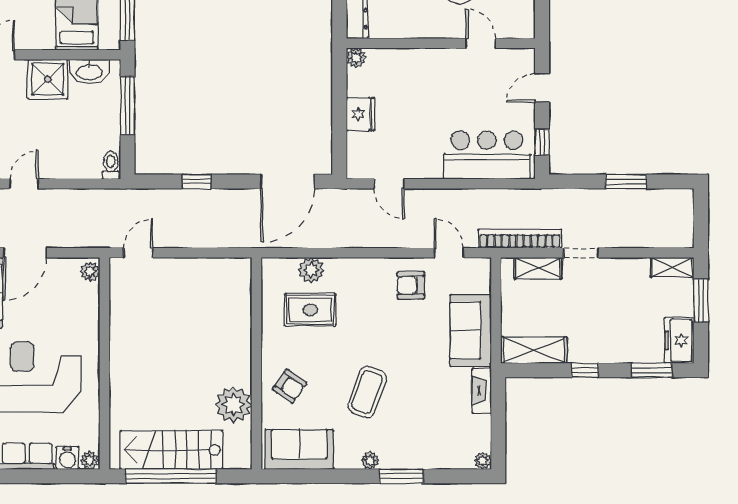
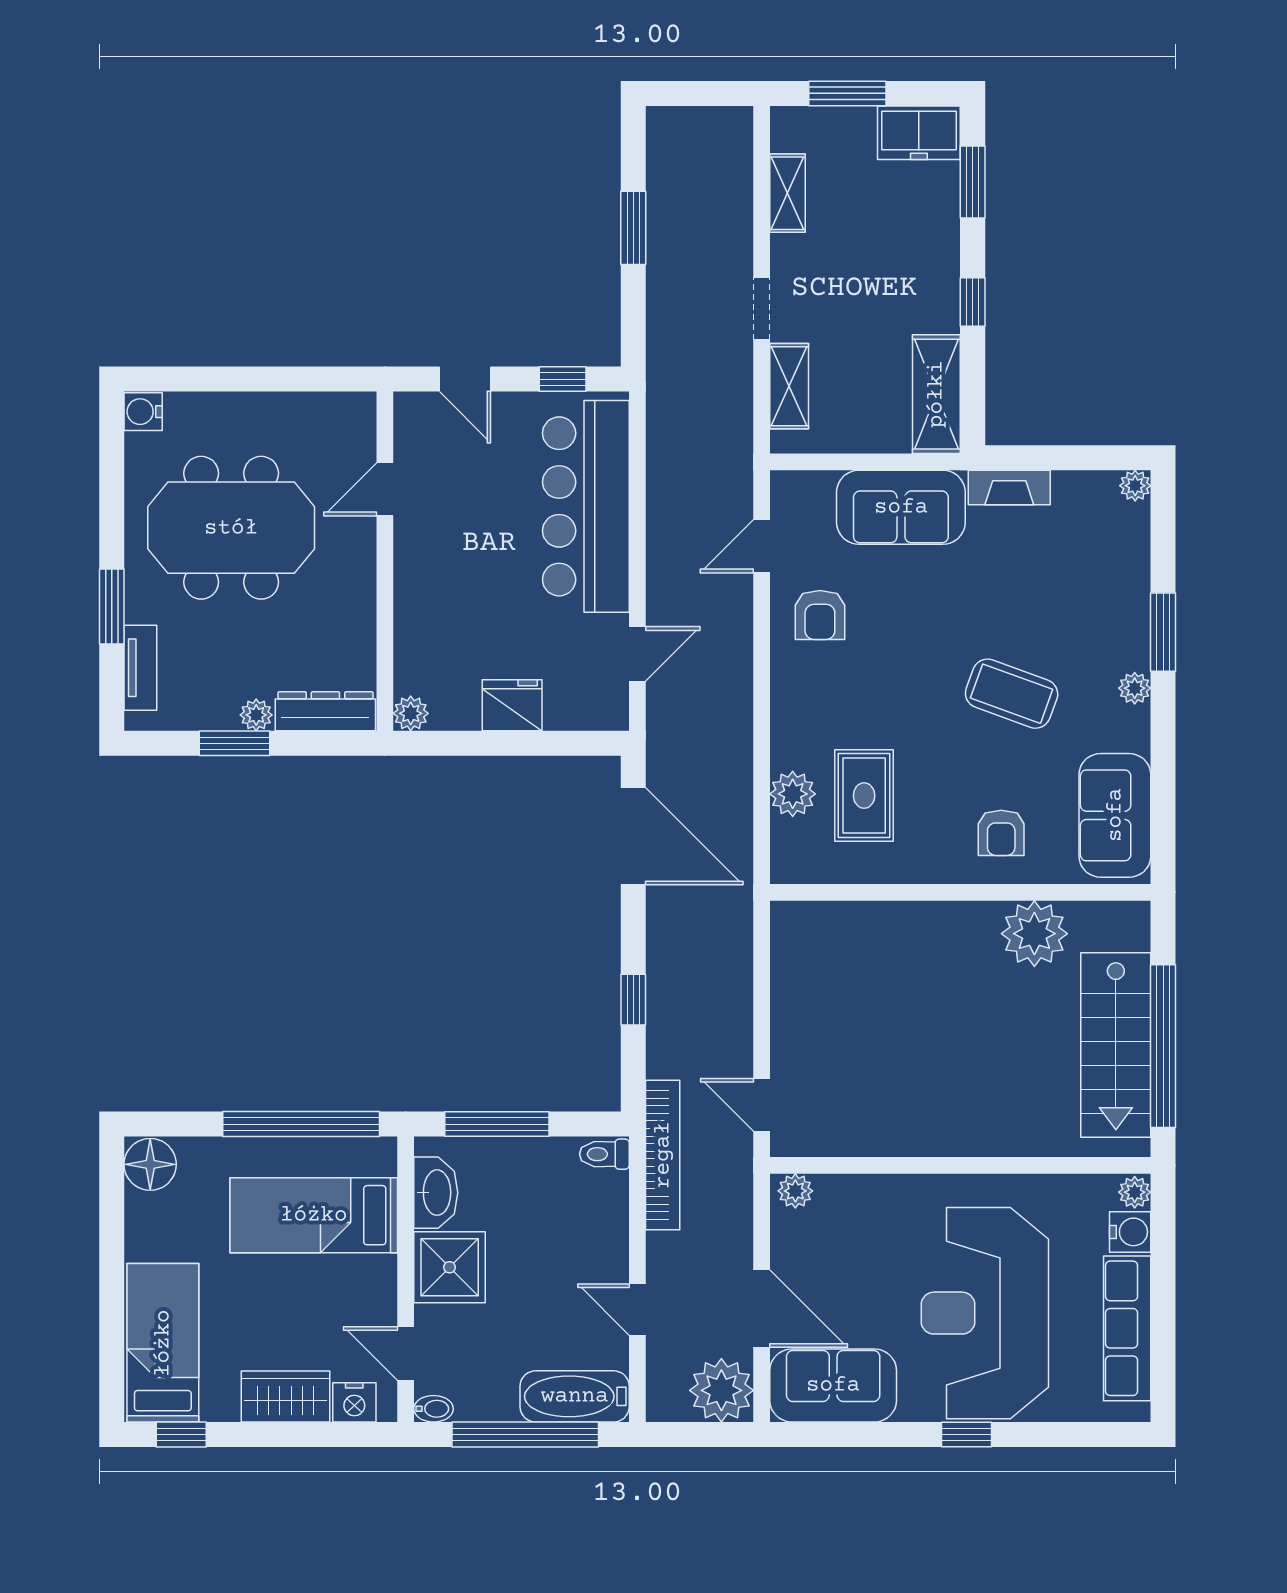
bar counter: (487, 155) -> (586, 506), width x1.36
bookcase: (520, 239) -> (663, 1155), moved, turned 180
shelving: (672, 267) -> (788, 193), moved
armchair: (290, 386) -> (1001, 833), turned 145

